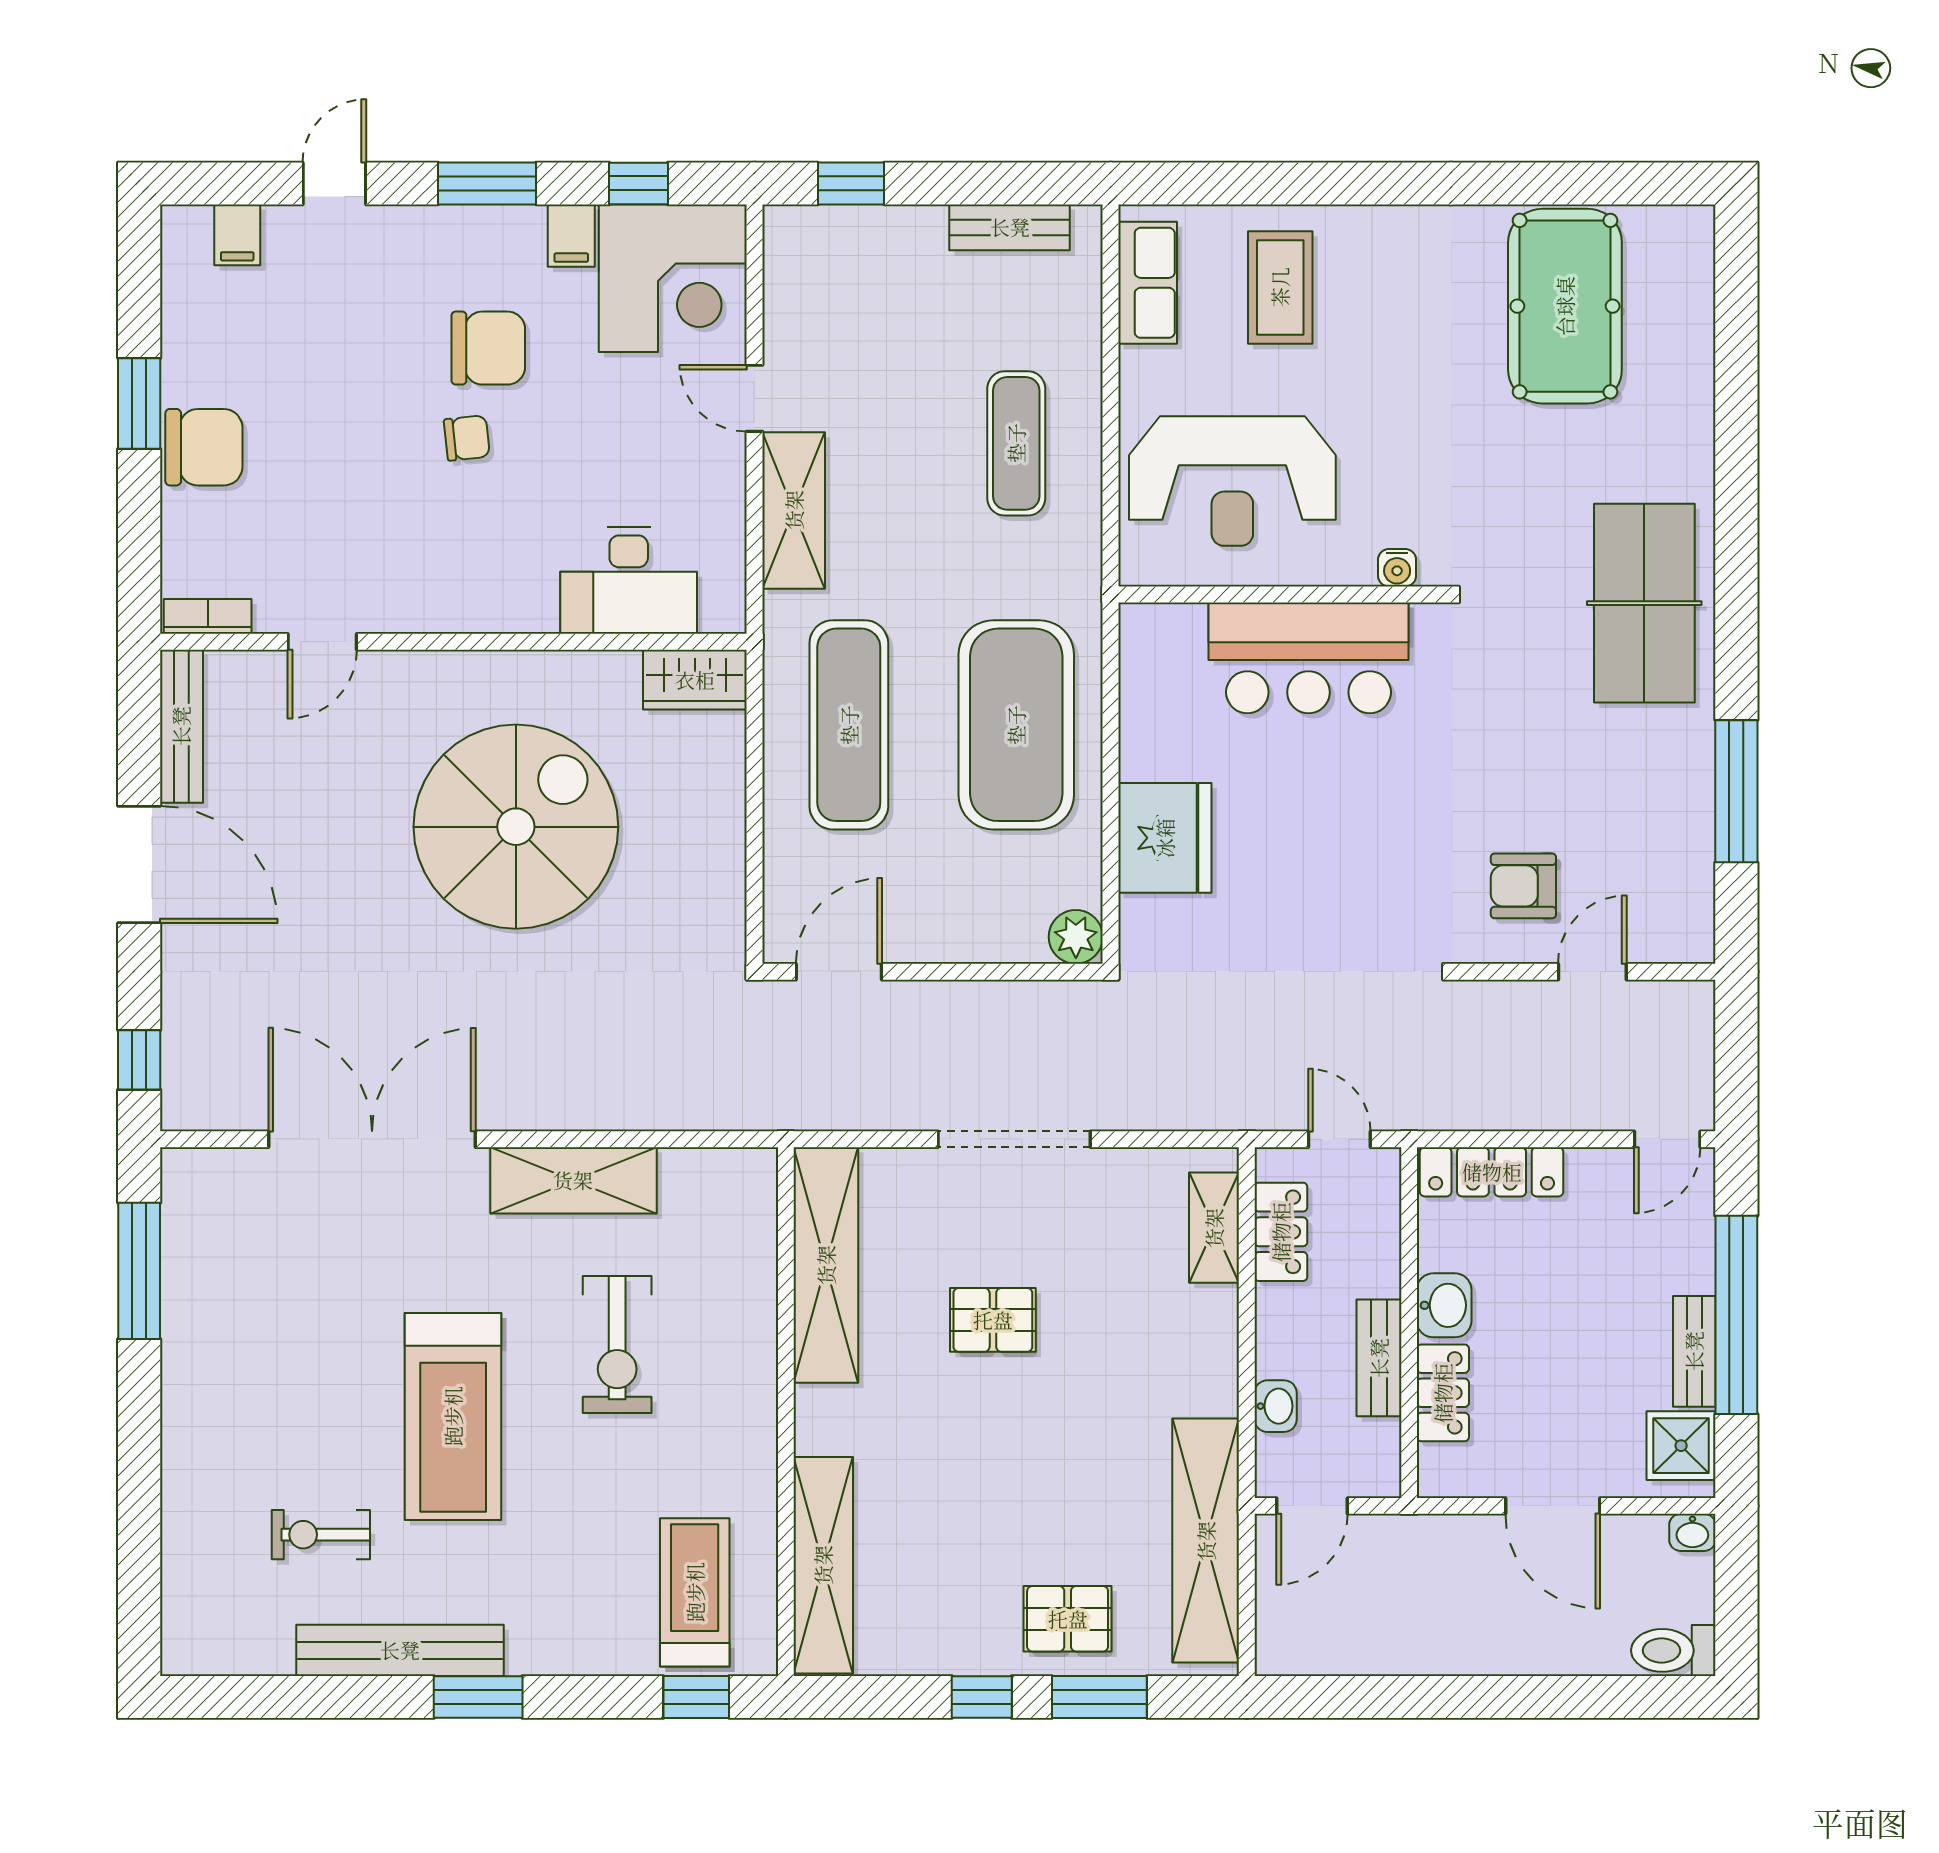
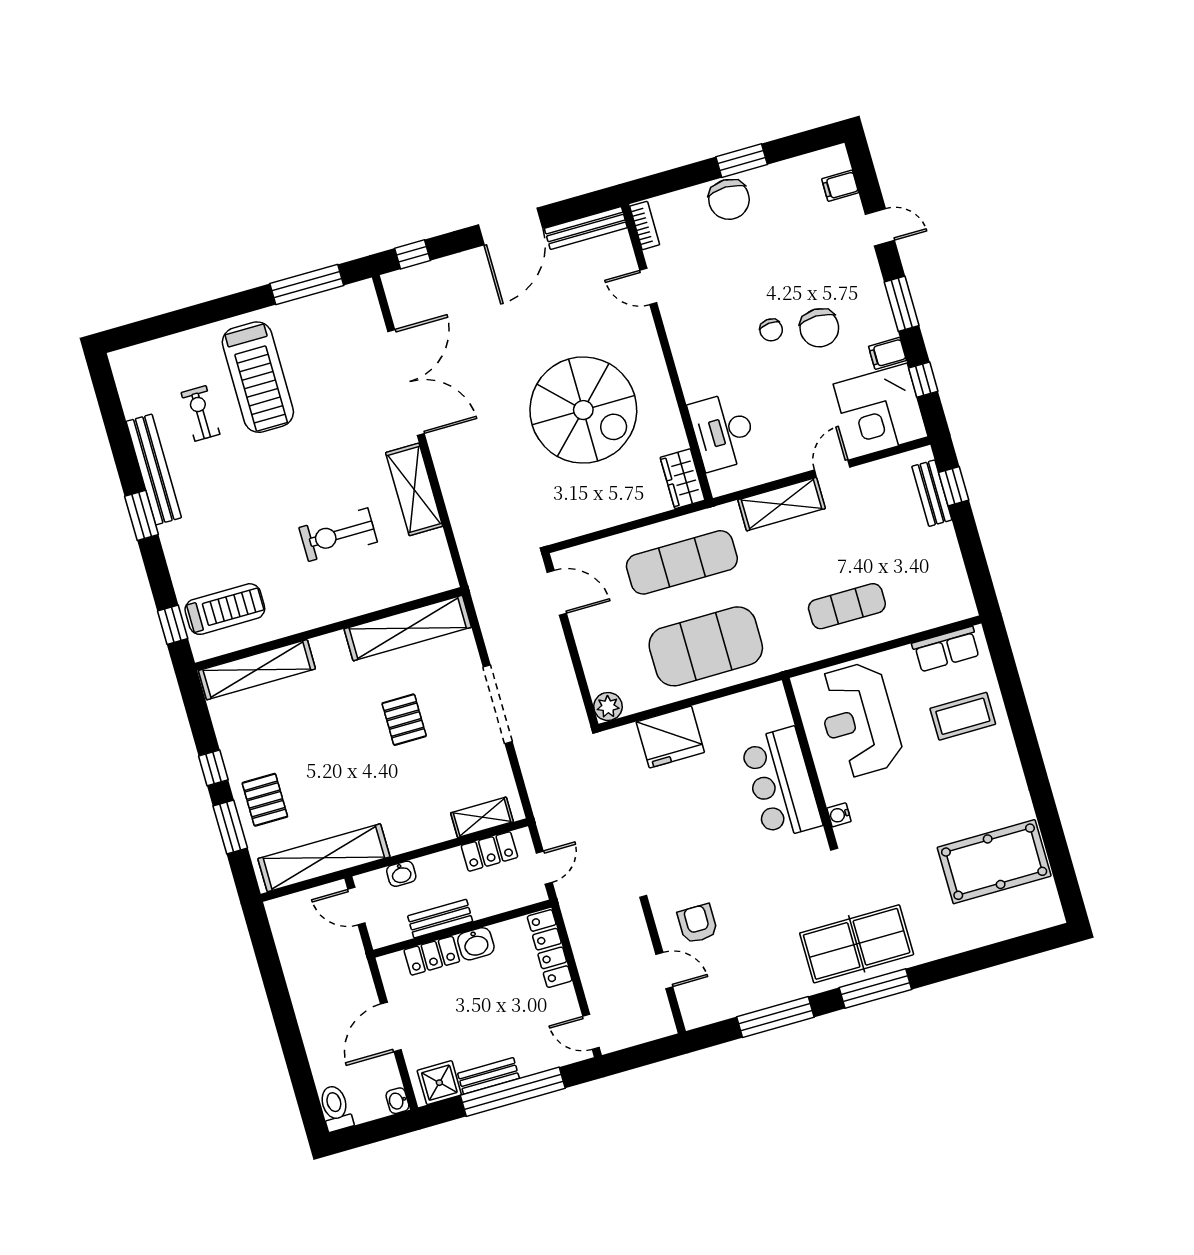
bench: (1010, 227) -> (932, 493), moved
window: (1736, 592) -> (875, 988), added
treadmill: (453, 1416) -> (258, 377), moved, turned -90

